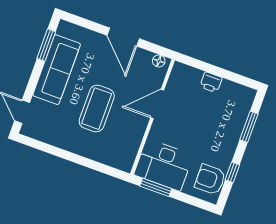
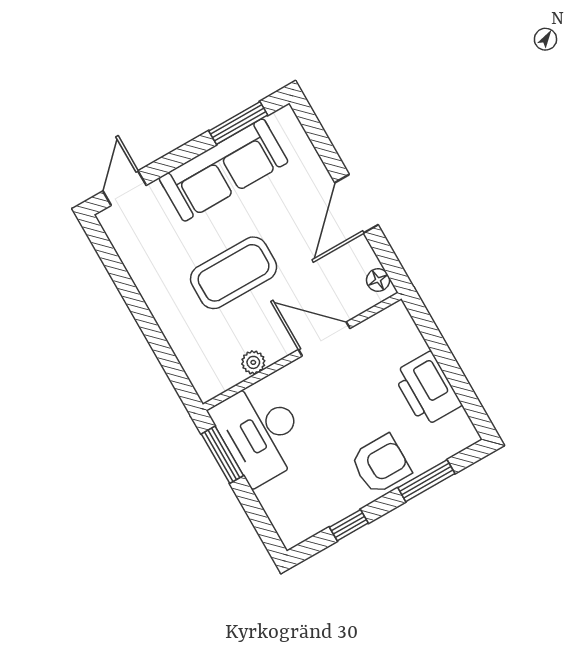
printer: (211, 82) -> (427, 389), width x1.87, depth x1.48
plant: (136, 139) -> (253, 362), added
armchair: (210, 180) -> (381, 464), moved, turned 90

